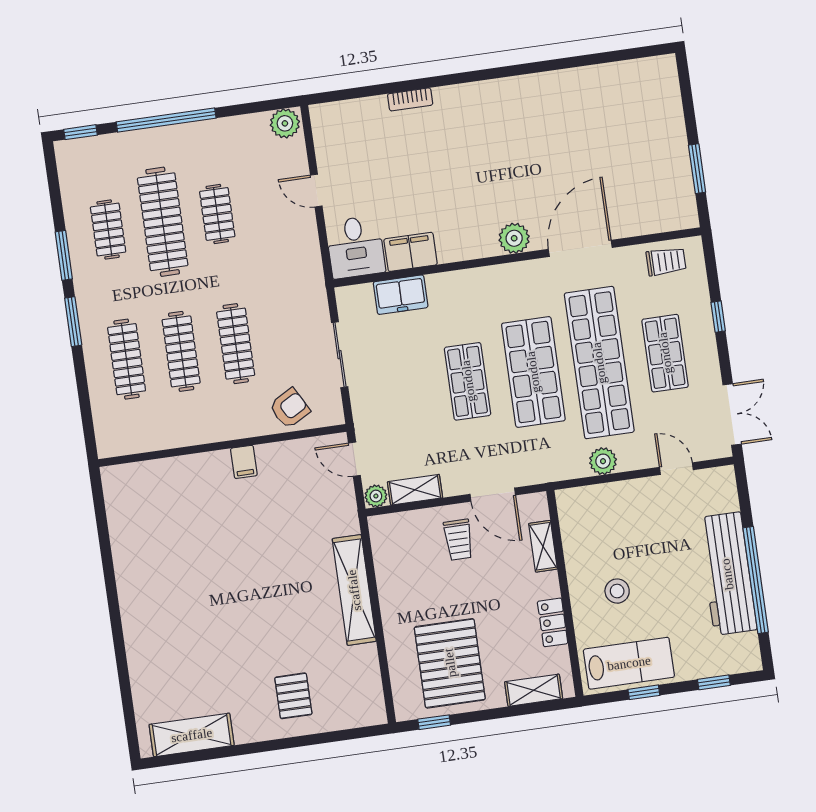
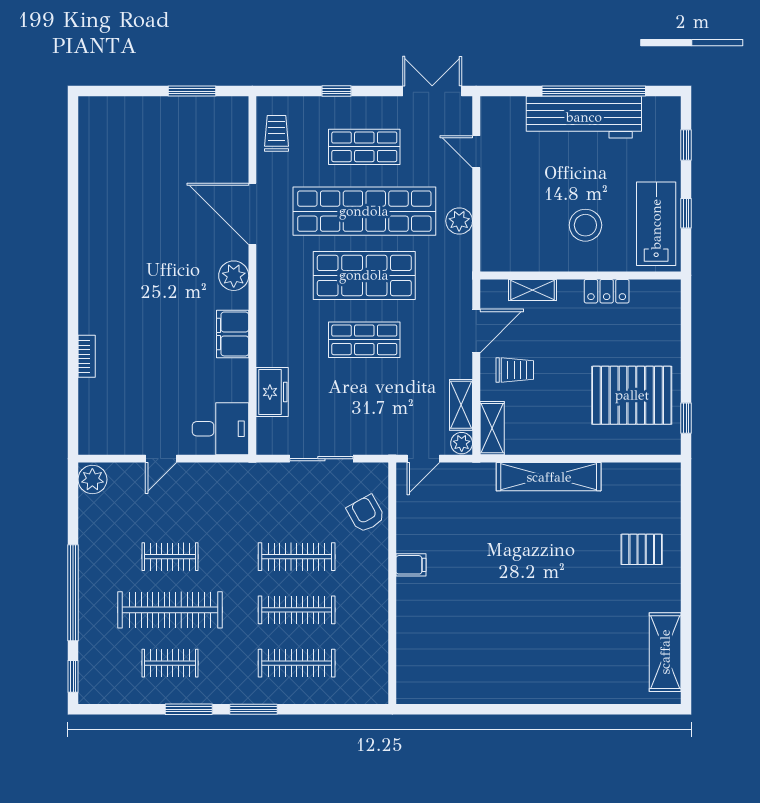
filing cabinet: (411, 252) -> (233, 334), moved
door: (676, 469) -> (476, 152), hinge flipped
stool: (617, 591) -> (585, 225), width x1.38, depth x1.38
shelving: (534, 690) -> (492, 428), moved

